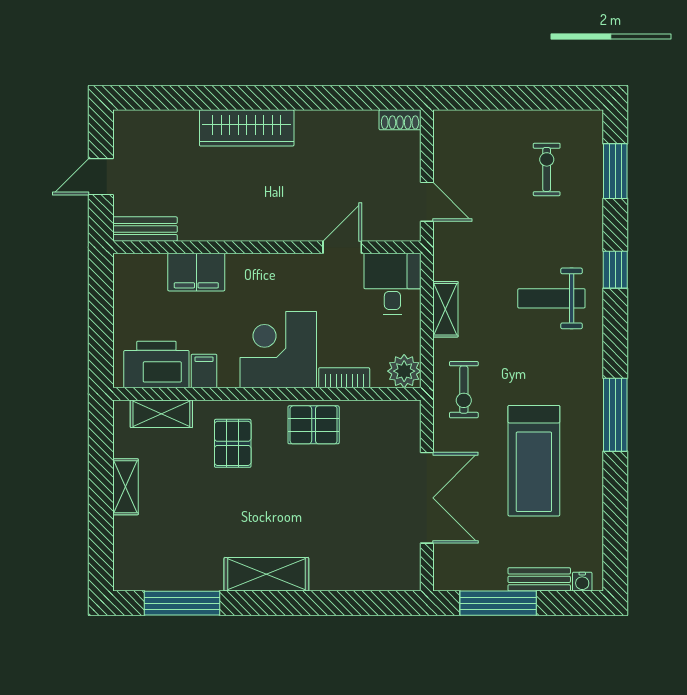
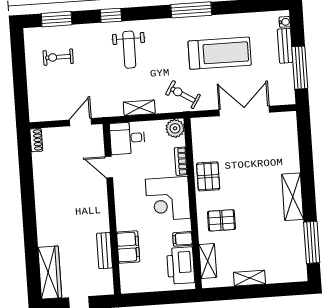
wardrobe: (247, 128) -> (50, 273), moved
bench: (145, 229) -> (104, 251), moved
exercise bike: (464, 390) -> (183, 95), turned -148

